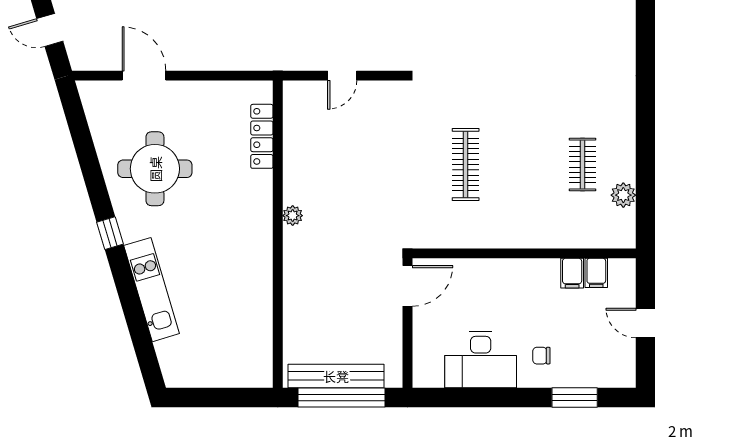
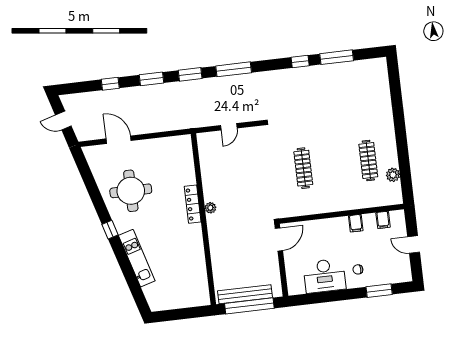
locker: (262, 136) -> (193, 204), moved
clothes rail: (582, 164) -> (368, 161), width x1.36
filing cabinet: (572, 273) -> (356, 223), moved

